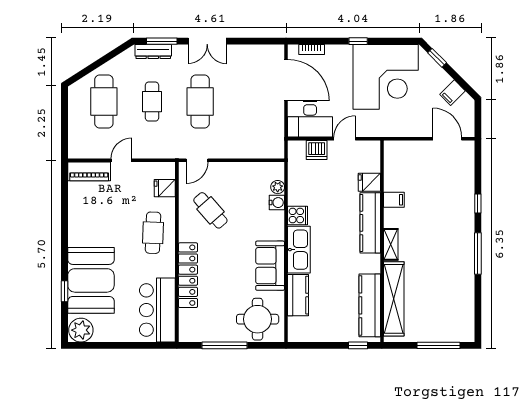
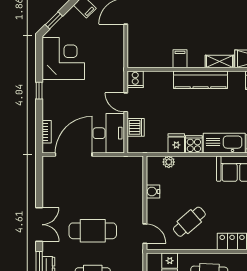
corner desk: (386, 77) -> (63, 58), width x0.74, depth x0.74
cooker: (371, 149) -> (135, 79), added
fridge: (369, 182) -> (176, 143), moved, turned 180
water cooler: (277, 203) -> (153, 191), moved, turned -90

